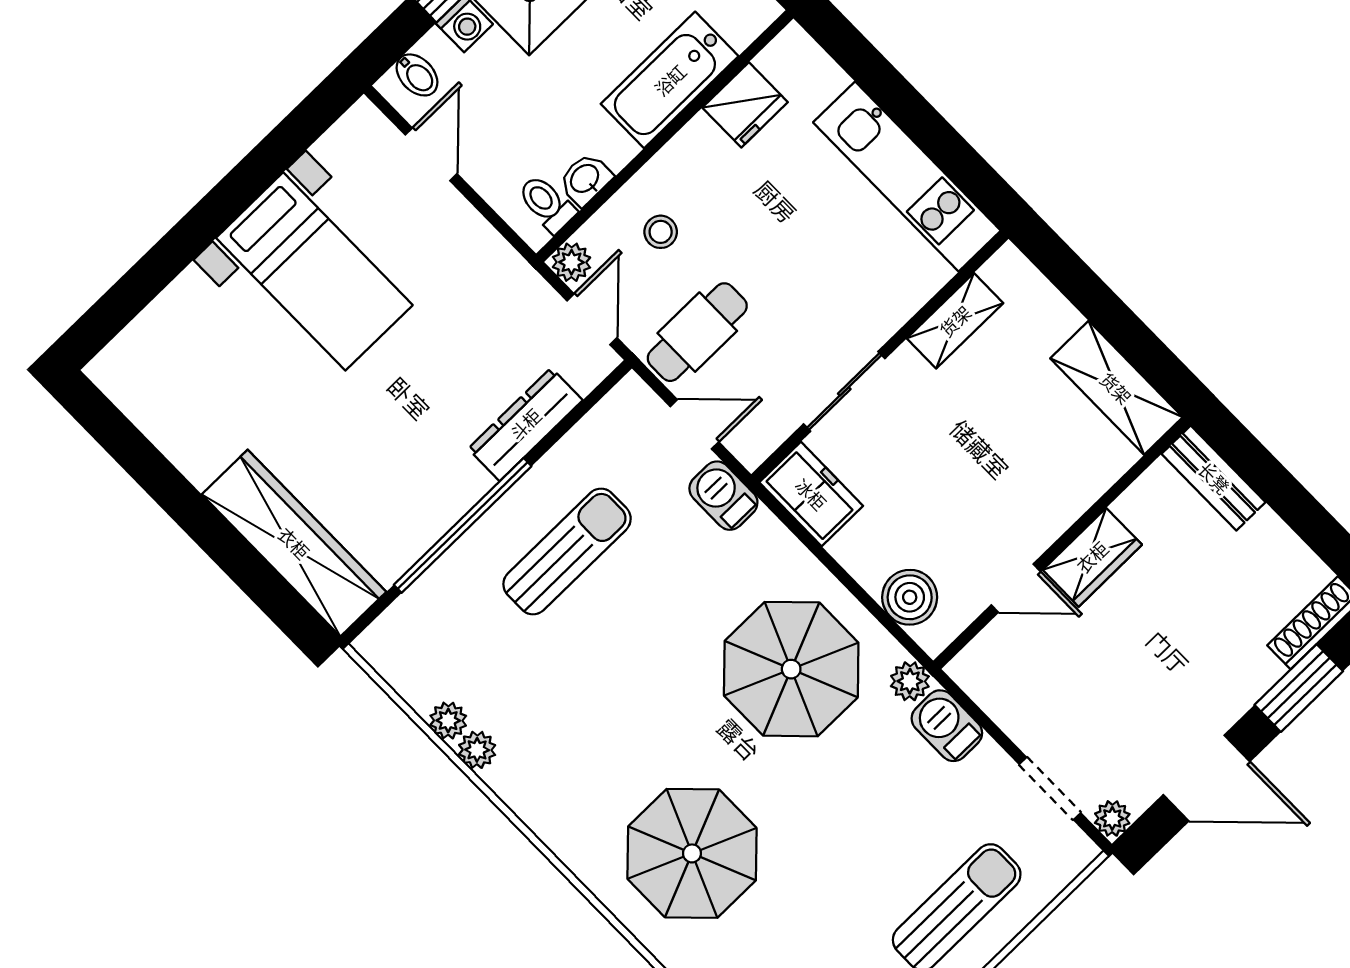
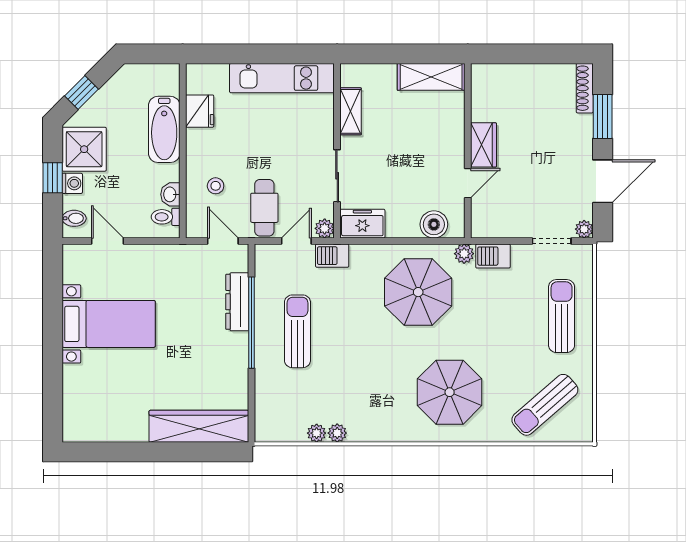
plant: (571, 262) -> (325, 228), moved
bench: (1214, 478) -> (497, 74), removed
window: (463, 525) -> (252, 323), moved

